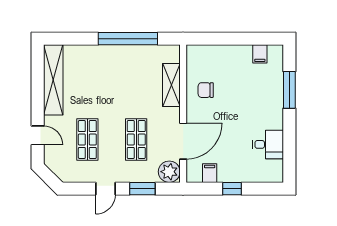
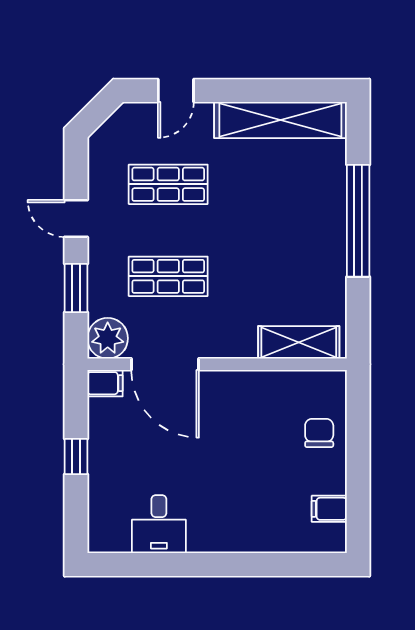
window: (128, 39) -> (358, 221), moved
shelving: (171, 85) -> (299, 342), moved
chair: (206, 90) -> (319, 433), moved
window: (289, 90) -> (262, 565), removed
filing cabinet: (210, 173) -> (105, 383), moved

